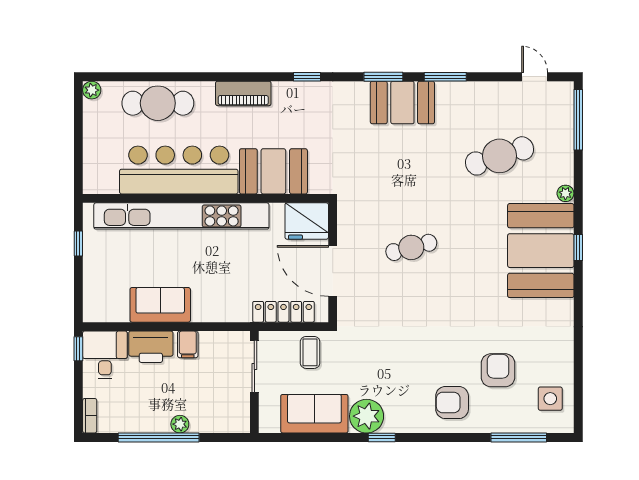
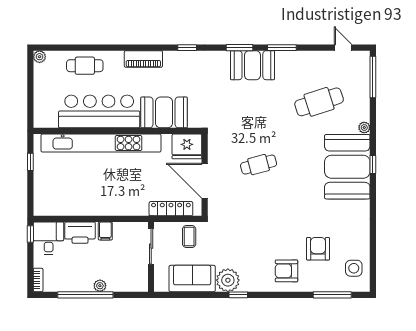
cafe table: (158, 103) -> (85, 66), width x0.73, depth x0.74
sofa: (160, 305) -> (86, 204), removed

